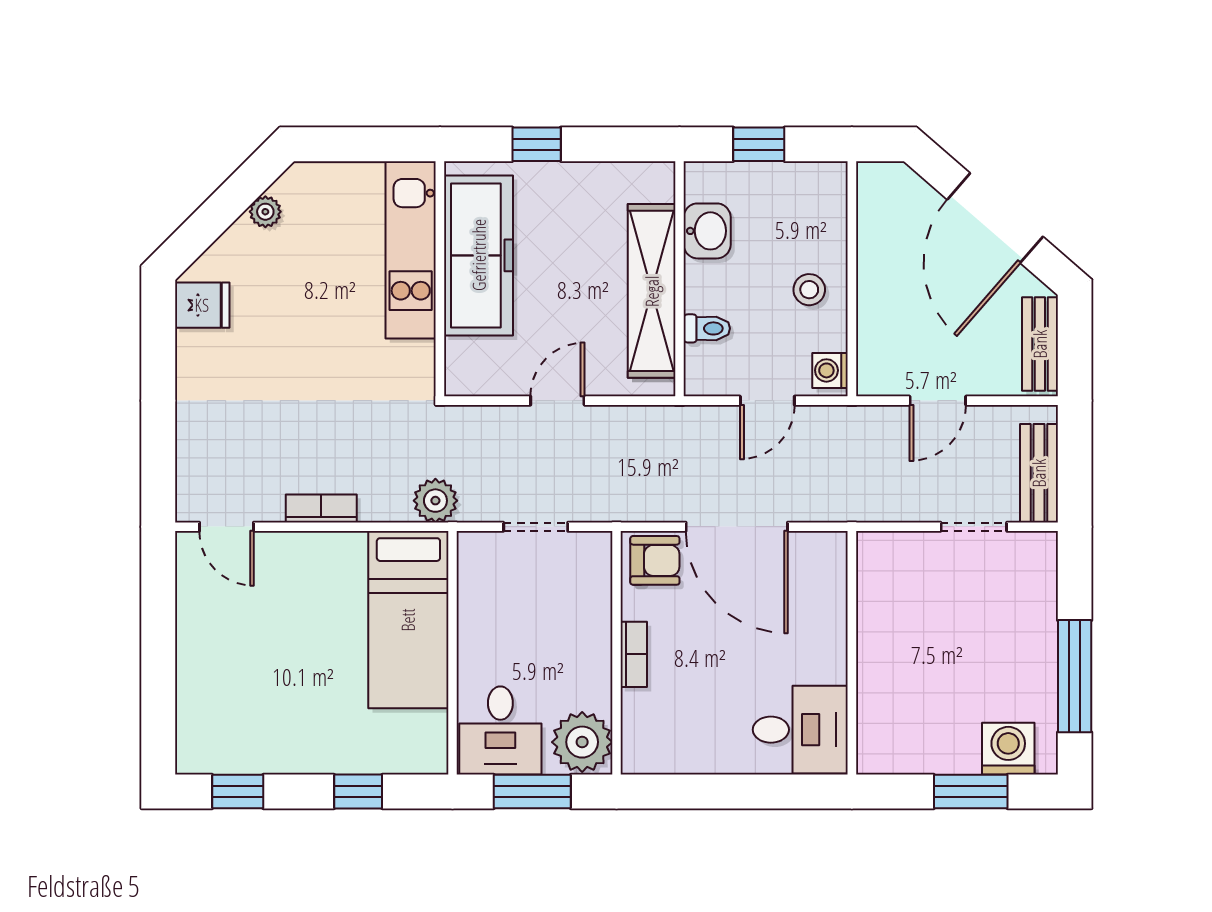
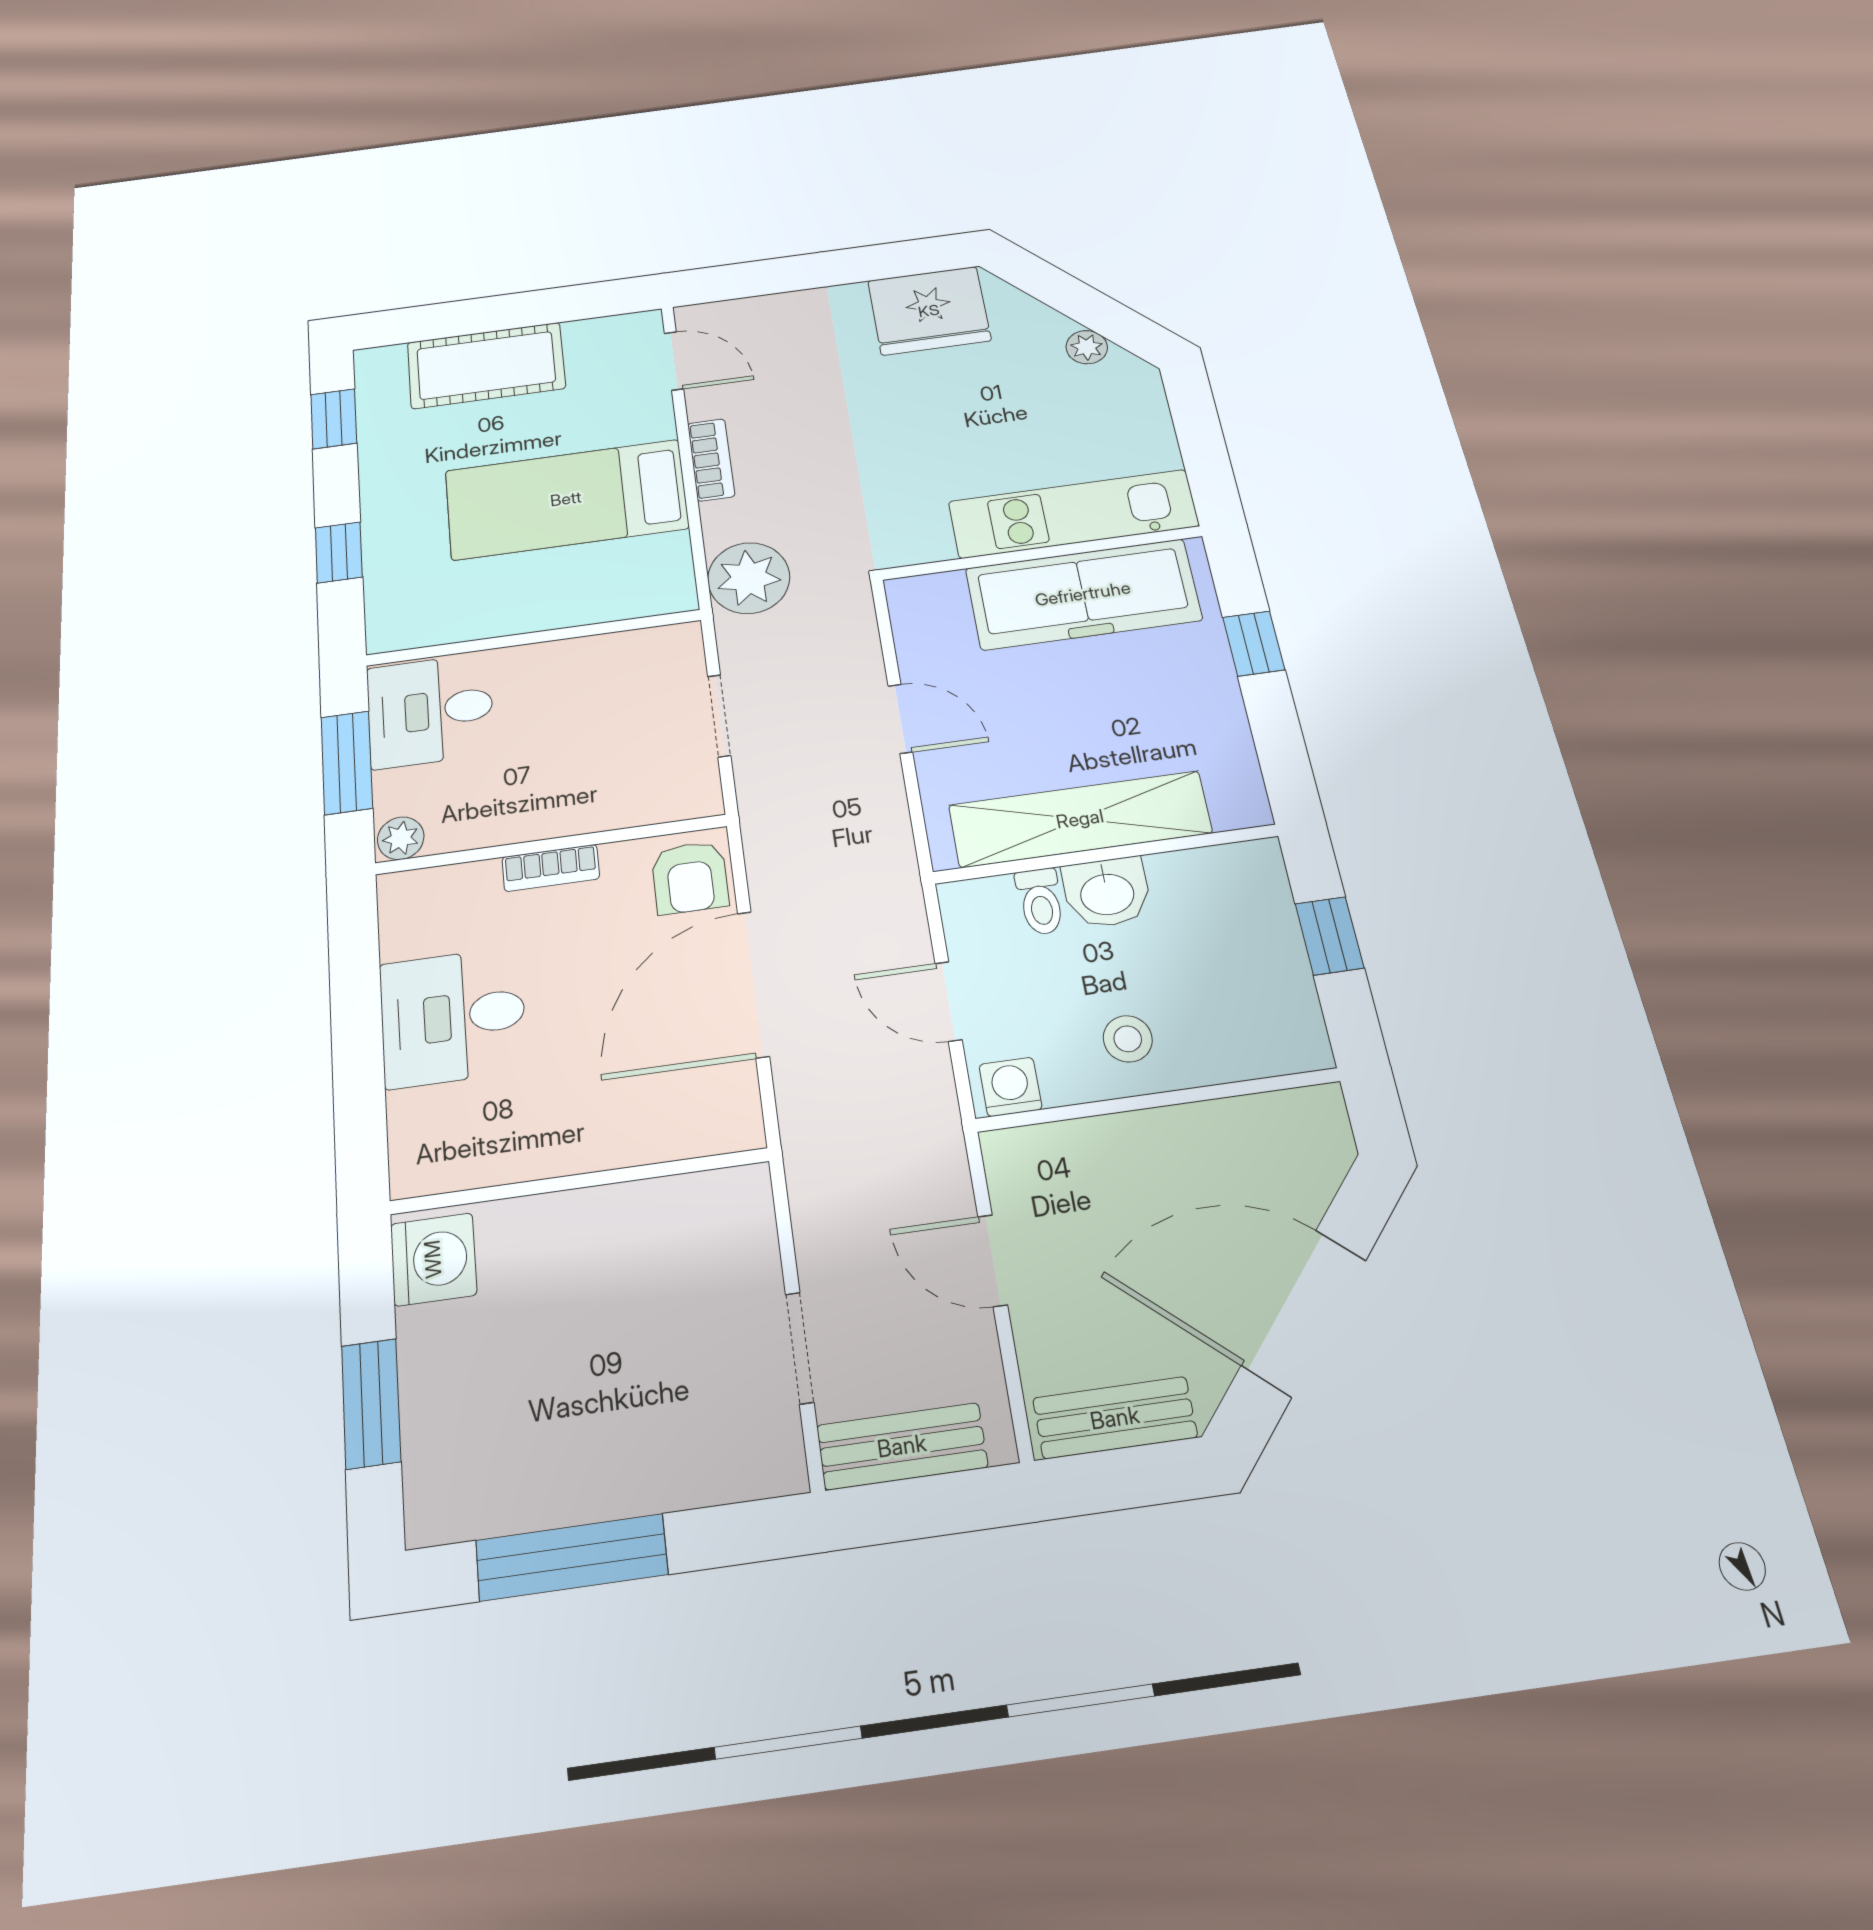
washbasin: (707, 231) -> (1107, 893), moved
fridge: (202, 305) -> (929, 311), width x1.88, depth x1.34
plant: (435, 501) -> (749, 578), width x1.36, depth x1.36
door: (226, 527) -> (674, 361), swing flipped
bed: (408, 620) -> (566, 499), moved
cot: (207, 672) -> (486, 365), added
desk: (800, 730) -> (453, 1017), moved, turned 90
plant: (582, 742) -> (401, 838), width x0.53, depth x0.53
washing machine: (1008, 749) -> (433, 1259), moved

